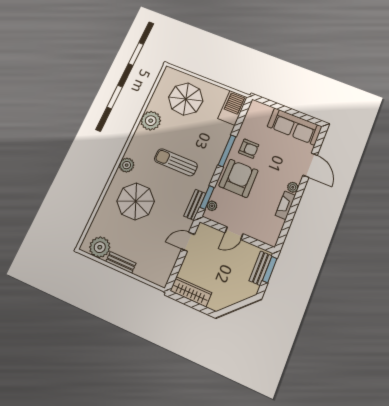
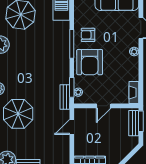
armchair: (249, 149) -> (88, 35), turned 180
sun lounger: (176, 162) -> (36, 70), removed
armchair: (238, 178) -> (90, 62), turned 180
fireplace: (285, 205) -> (134, 93), moved

